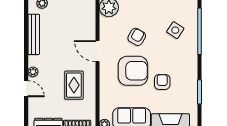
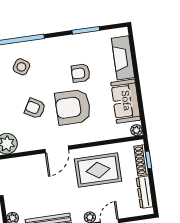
armchair: (133, 71) -> (73, 107), turned -90
rug: (74, 85) -> (98, 170), width x1.36, depth x1.43

